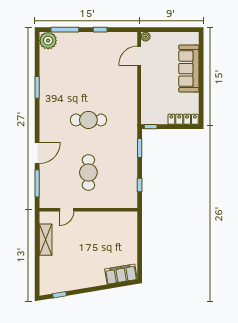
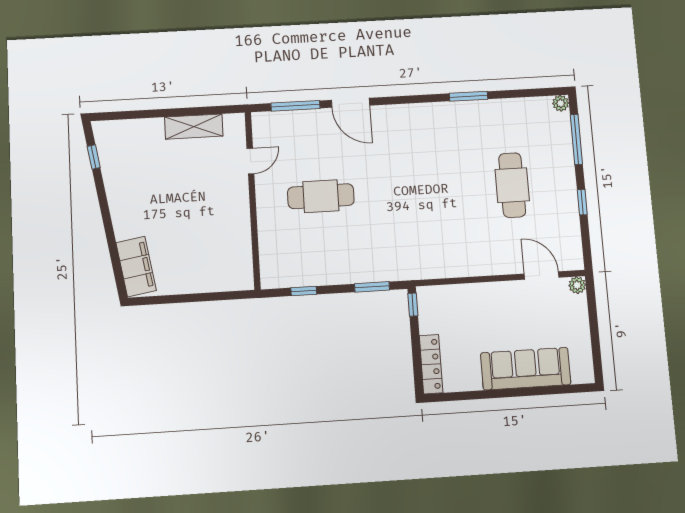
plant: (48, 41) -> (561, 103), width x0.53, depth x0.53
cafe table: (88, 120) -> (512, 185), moved
door: (67, 210) -> (250, 161), swing flipped

